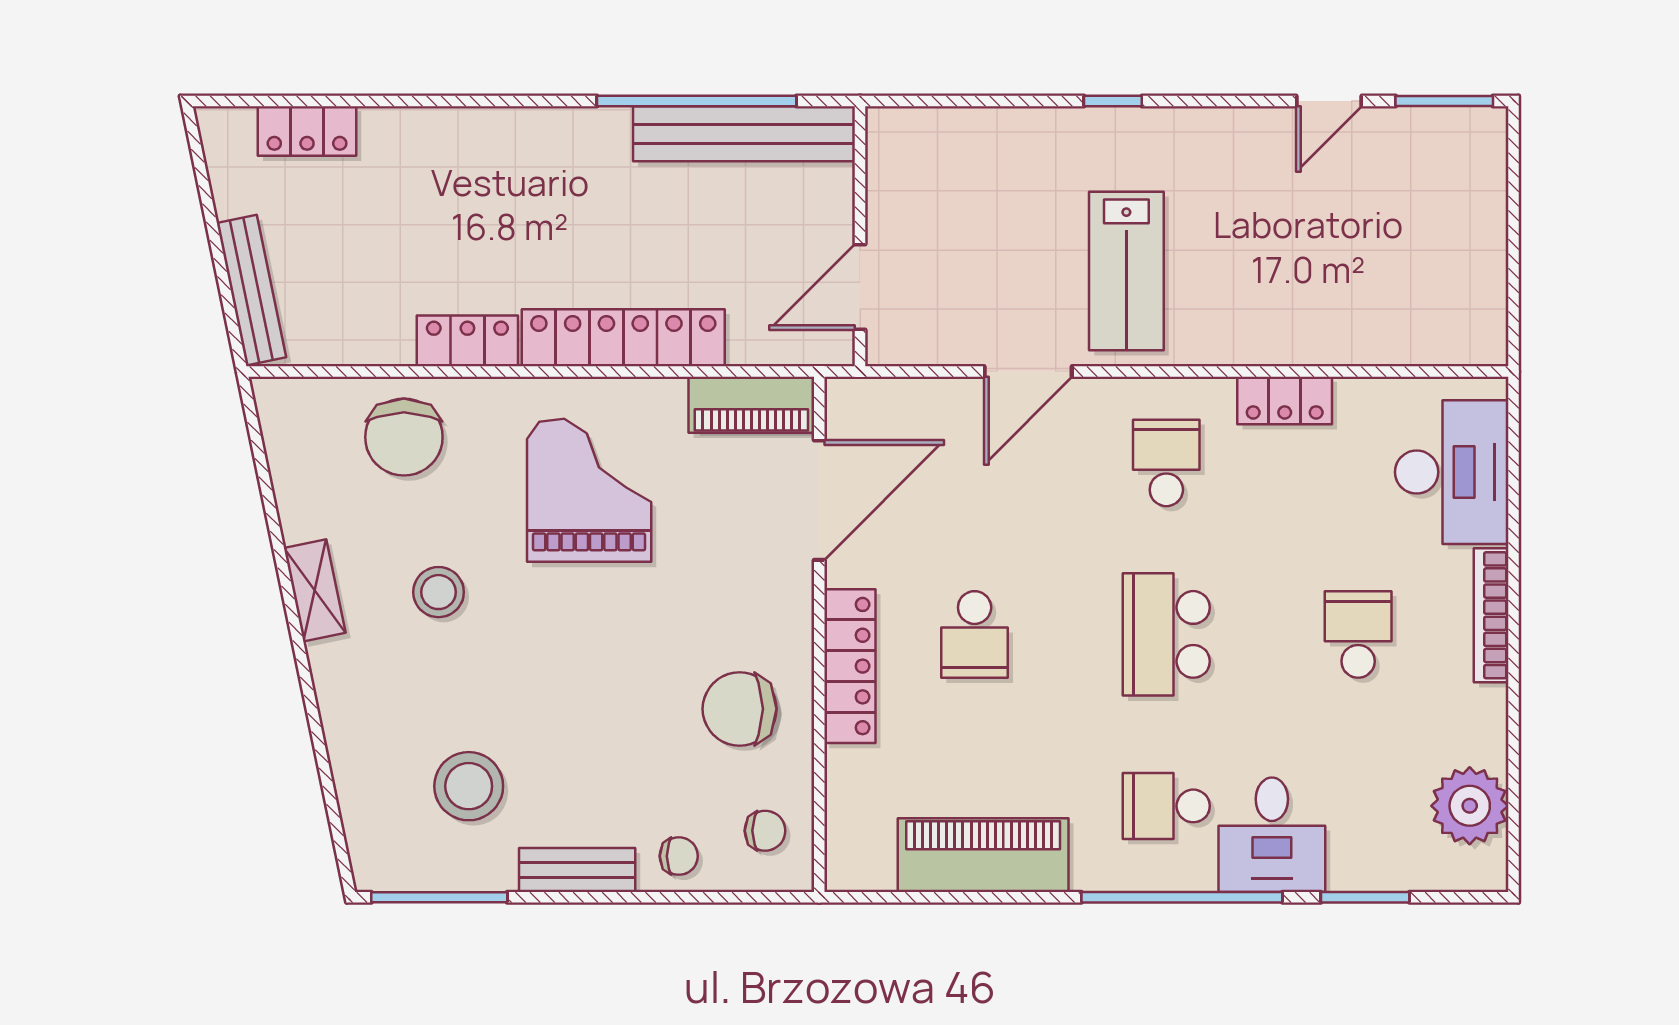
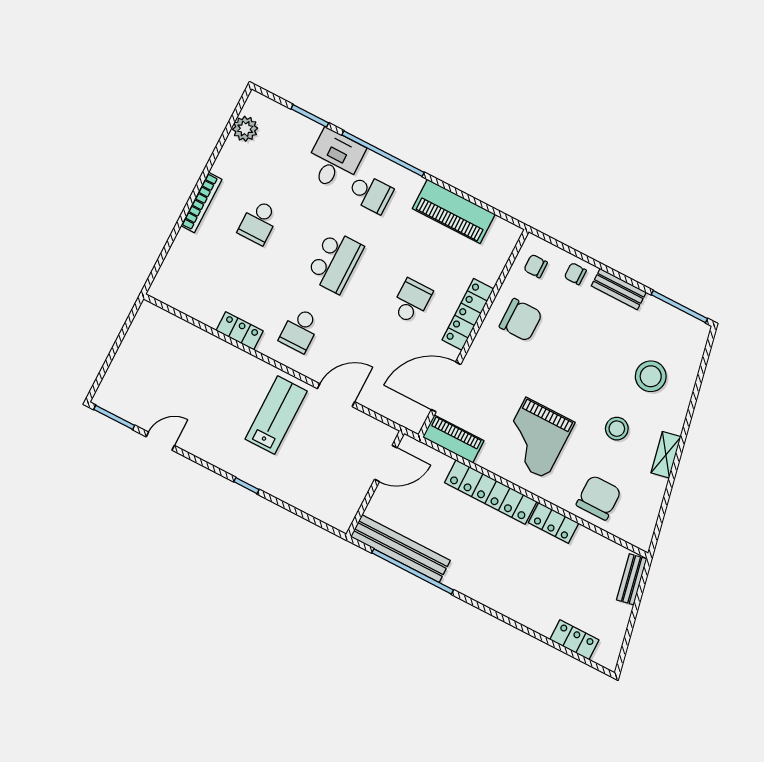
bench: (251, 290) -> (632, 579), width x0.73
desk: (1452, 472) -> (188, 268), removed
stool: (469, 786) -> (651, 376), moved
plant: (1470, 806) -> (245, 129), width x0.73, depth x0.73

